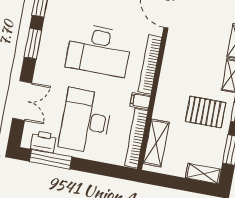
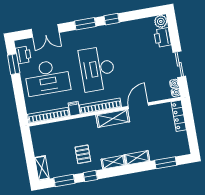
pallet: (206, 112) -> (83, 154), width x0.67, depth x0.71
desk: (86, 121) -> (47, 78), turned 180
shelving: (156, 143) -> (113, 118), moved
window: (51, 159) -> (14, 64), width x0.69

